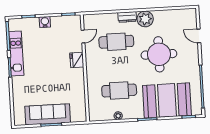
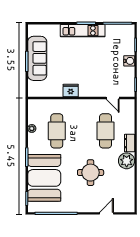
kitchen unit: (16, 53) -> (83, 31), moved
round table: (159, 54) -> (91, 173), width x0.73, depth x0.73
fridge: (77, 60) -> (71, 91), moved

